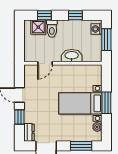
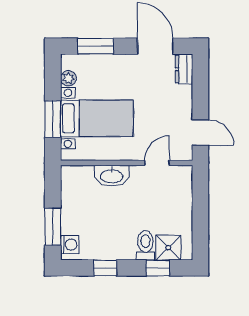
washbasin: (72, 56) -> (112, 176), moved
door: (45, 63) -> (157, 163), moved
wall: (63, 63) -> (127, 163), moved
window: (19, 117) -> (200, 95), removed

